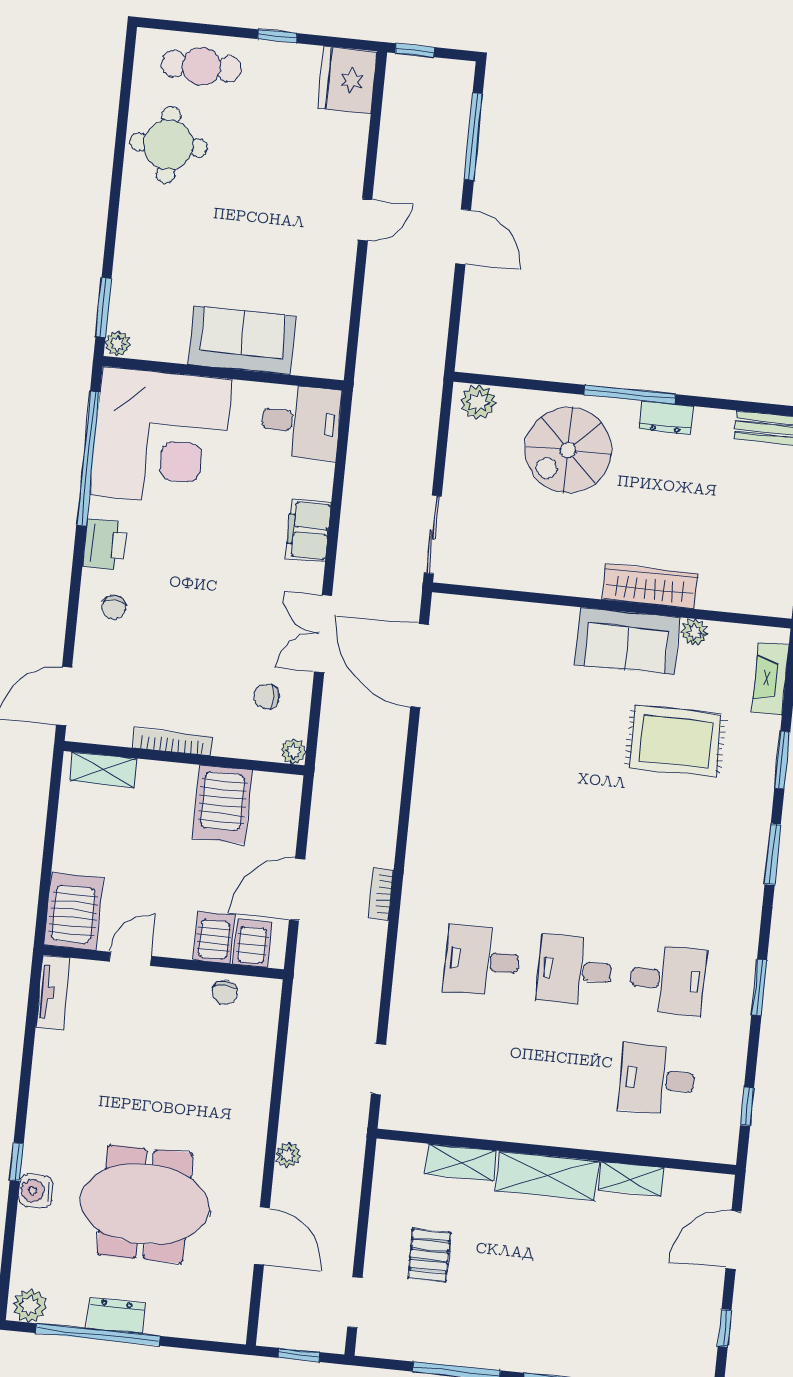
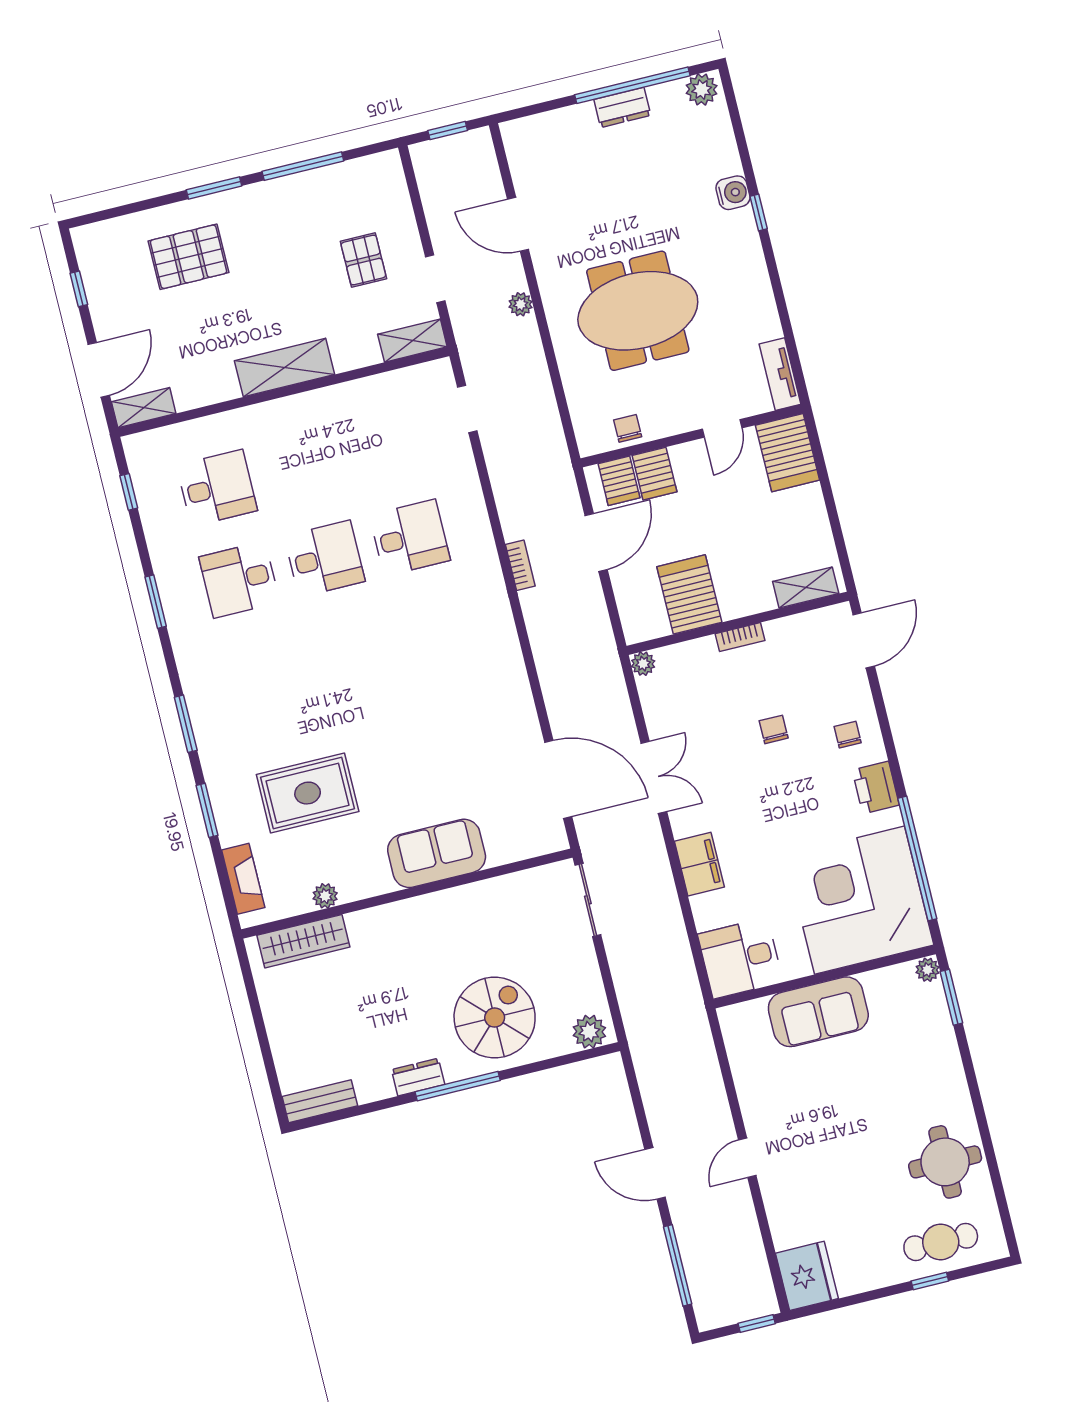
window: (277, 36) -> (930, 1281), moved
wardrobe: (650, 586) -> (303, 941), moved
sofa: (627, 641) -> (437, 853), moved
chair: (266, 696) -> (774, 729), moved, turned -90
bookcase: (173, 742) -> (740, 637), width x0.64
shelving: (461, 1163) -> (412, 341), moved
shelving: (631, 1179) -> (144, 408), moved
meeting table: (145, 1204) -> (638, 311), moved
doorway: (355, 1302) -> (435, 279), moved
pallet: (603, 1321) -> (189, 257), added

